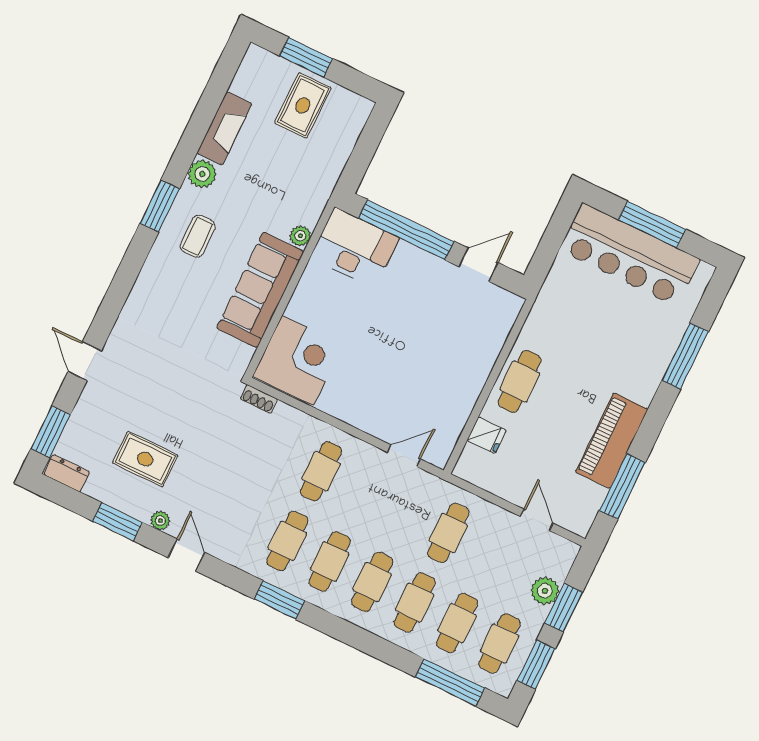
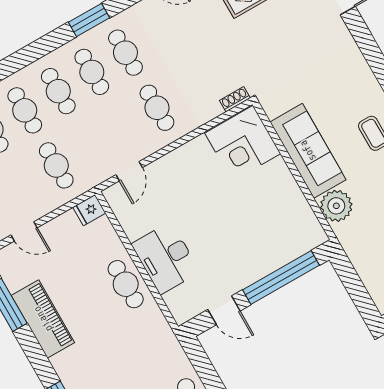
plant: (300, 236) -> (336, 206), width x1.88, depth x1.88
desk: (355, 248) -> (166, 258), moved, turned 90
door: (478, 265) -> (224, 310), hinge flipped
fridge: (487, 435) -> (89, 210), moved

